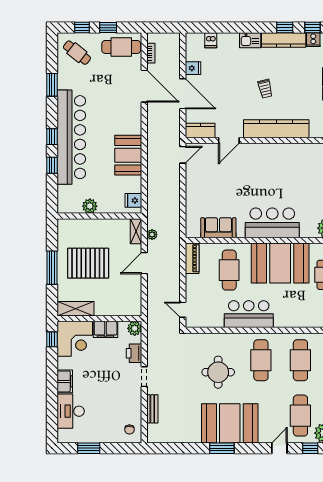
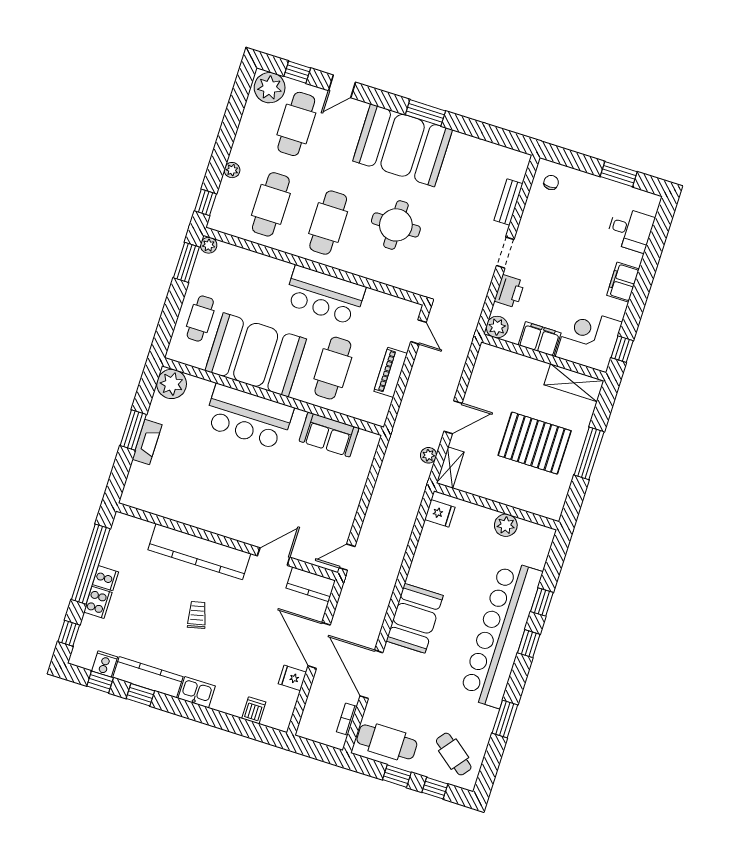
booth: (128, 155) -> (415, 618), moved
piano: (192, 258) -> (391, 372), moved
desk: (71, 411) -> (630, 230), width x0.73

